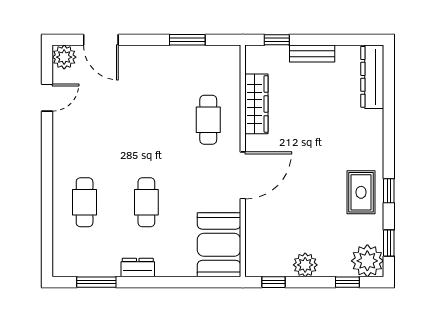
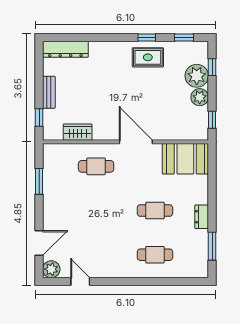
wardrobe: (256, 104) -> (78, 132), width x0.67
plant: (367, 261) -> (197, 76), moved

